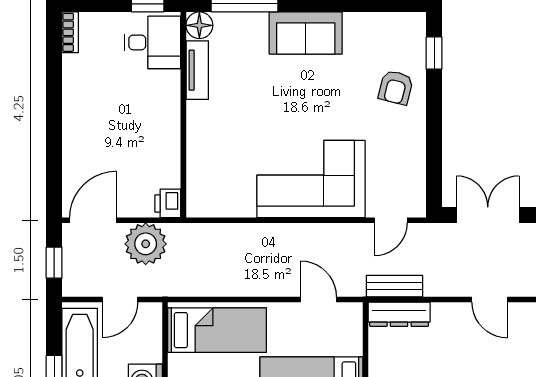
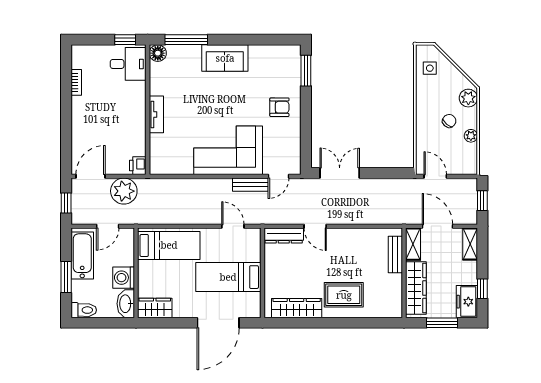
bookcase: (70, 32) -> (76, 82), moved
window: (434, 53) -> (306, 71), width x1.50
tv unit: (197, 70) -> (156, 114), moved
armchair: (396, 87) -> (279, 107), moved, turned -104
bench: (394, 286) -> (250, 185), moved
door: (490, 299) -> (315, 226), moved

